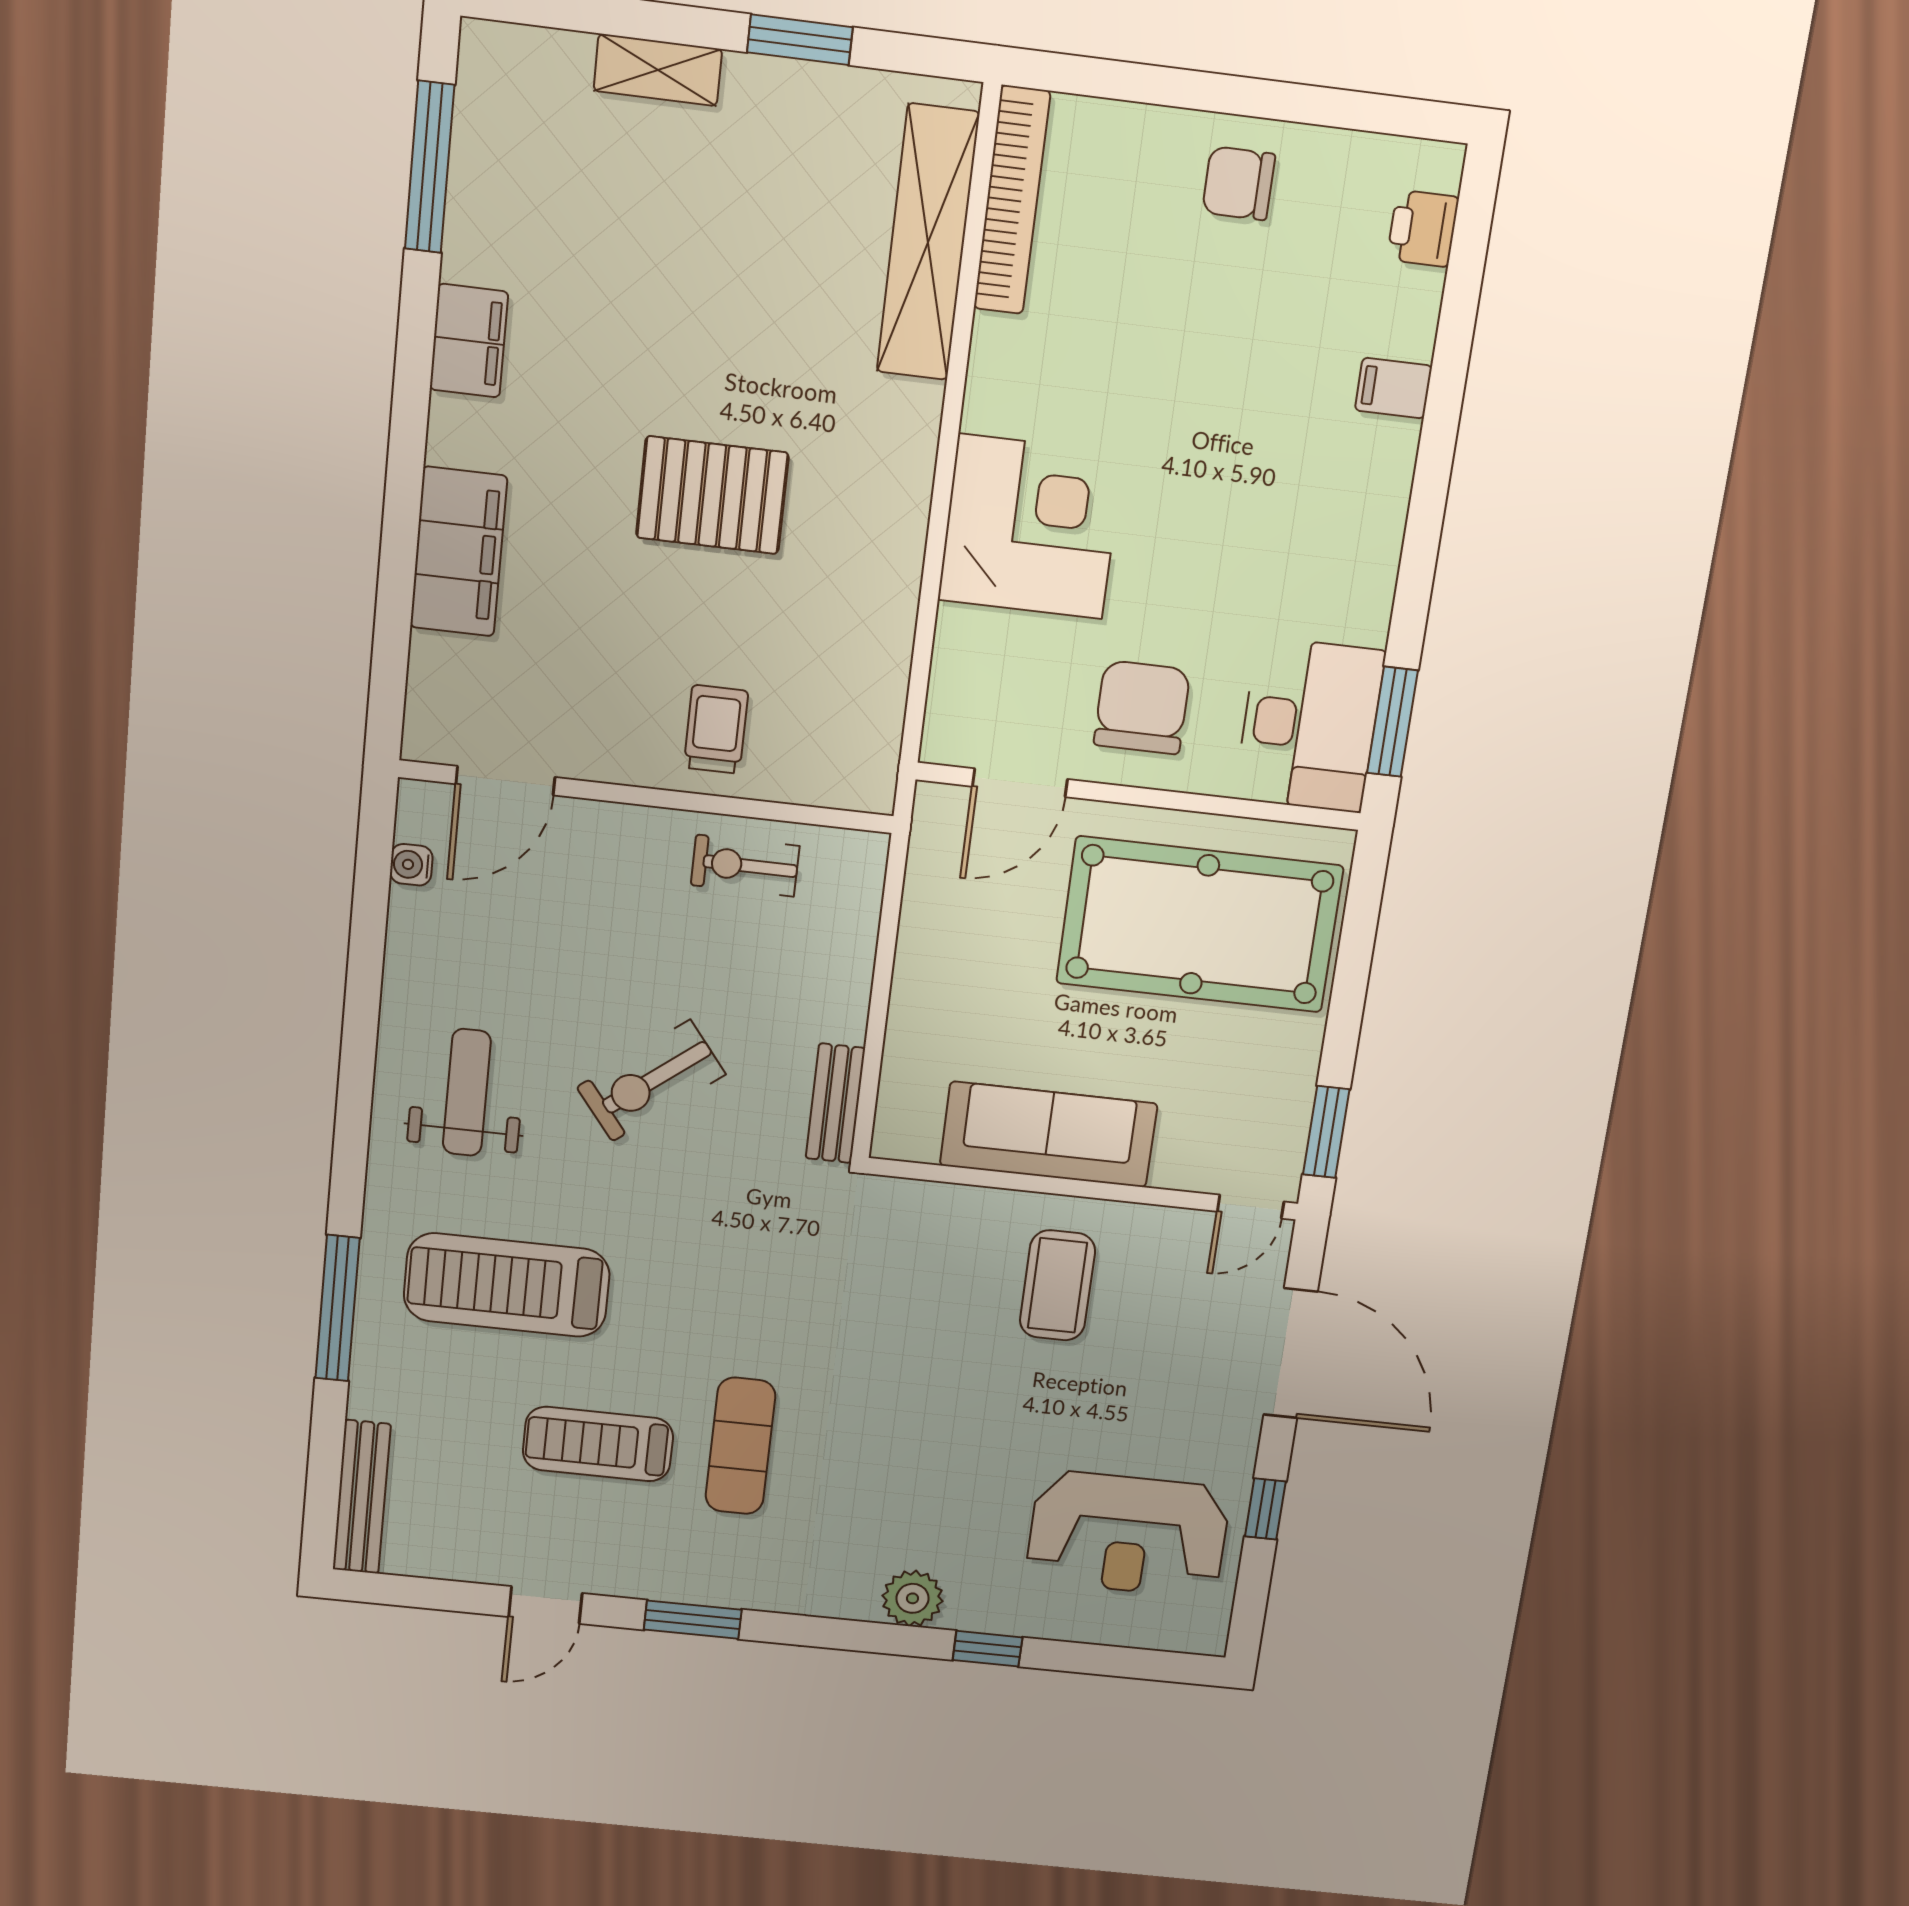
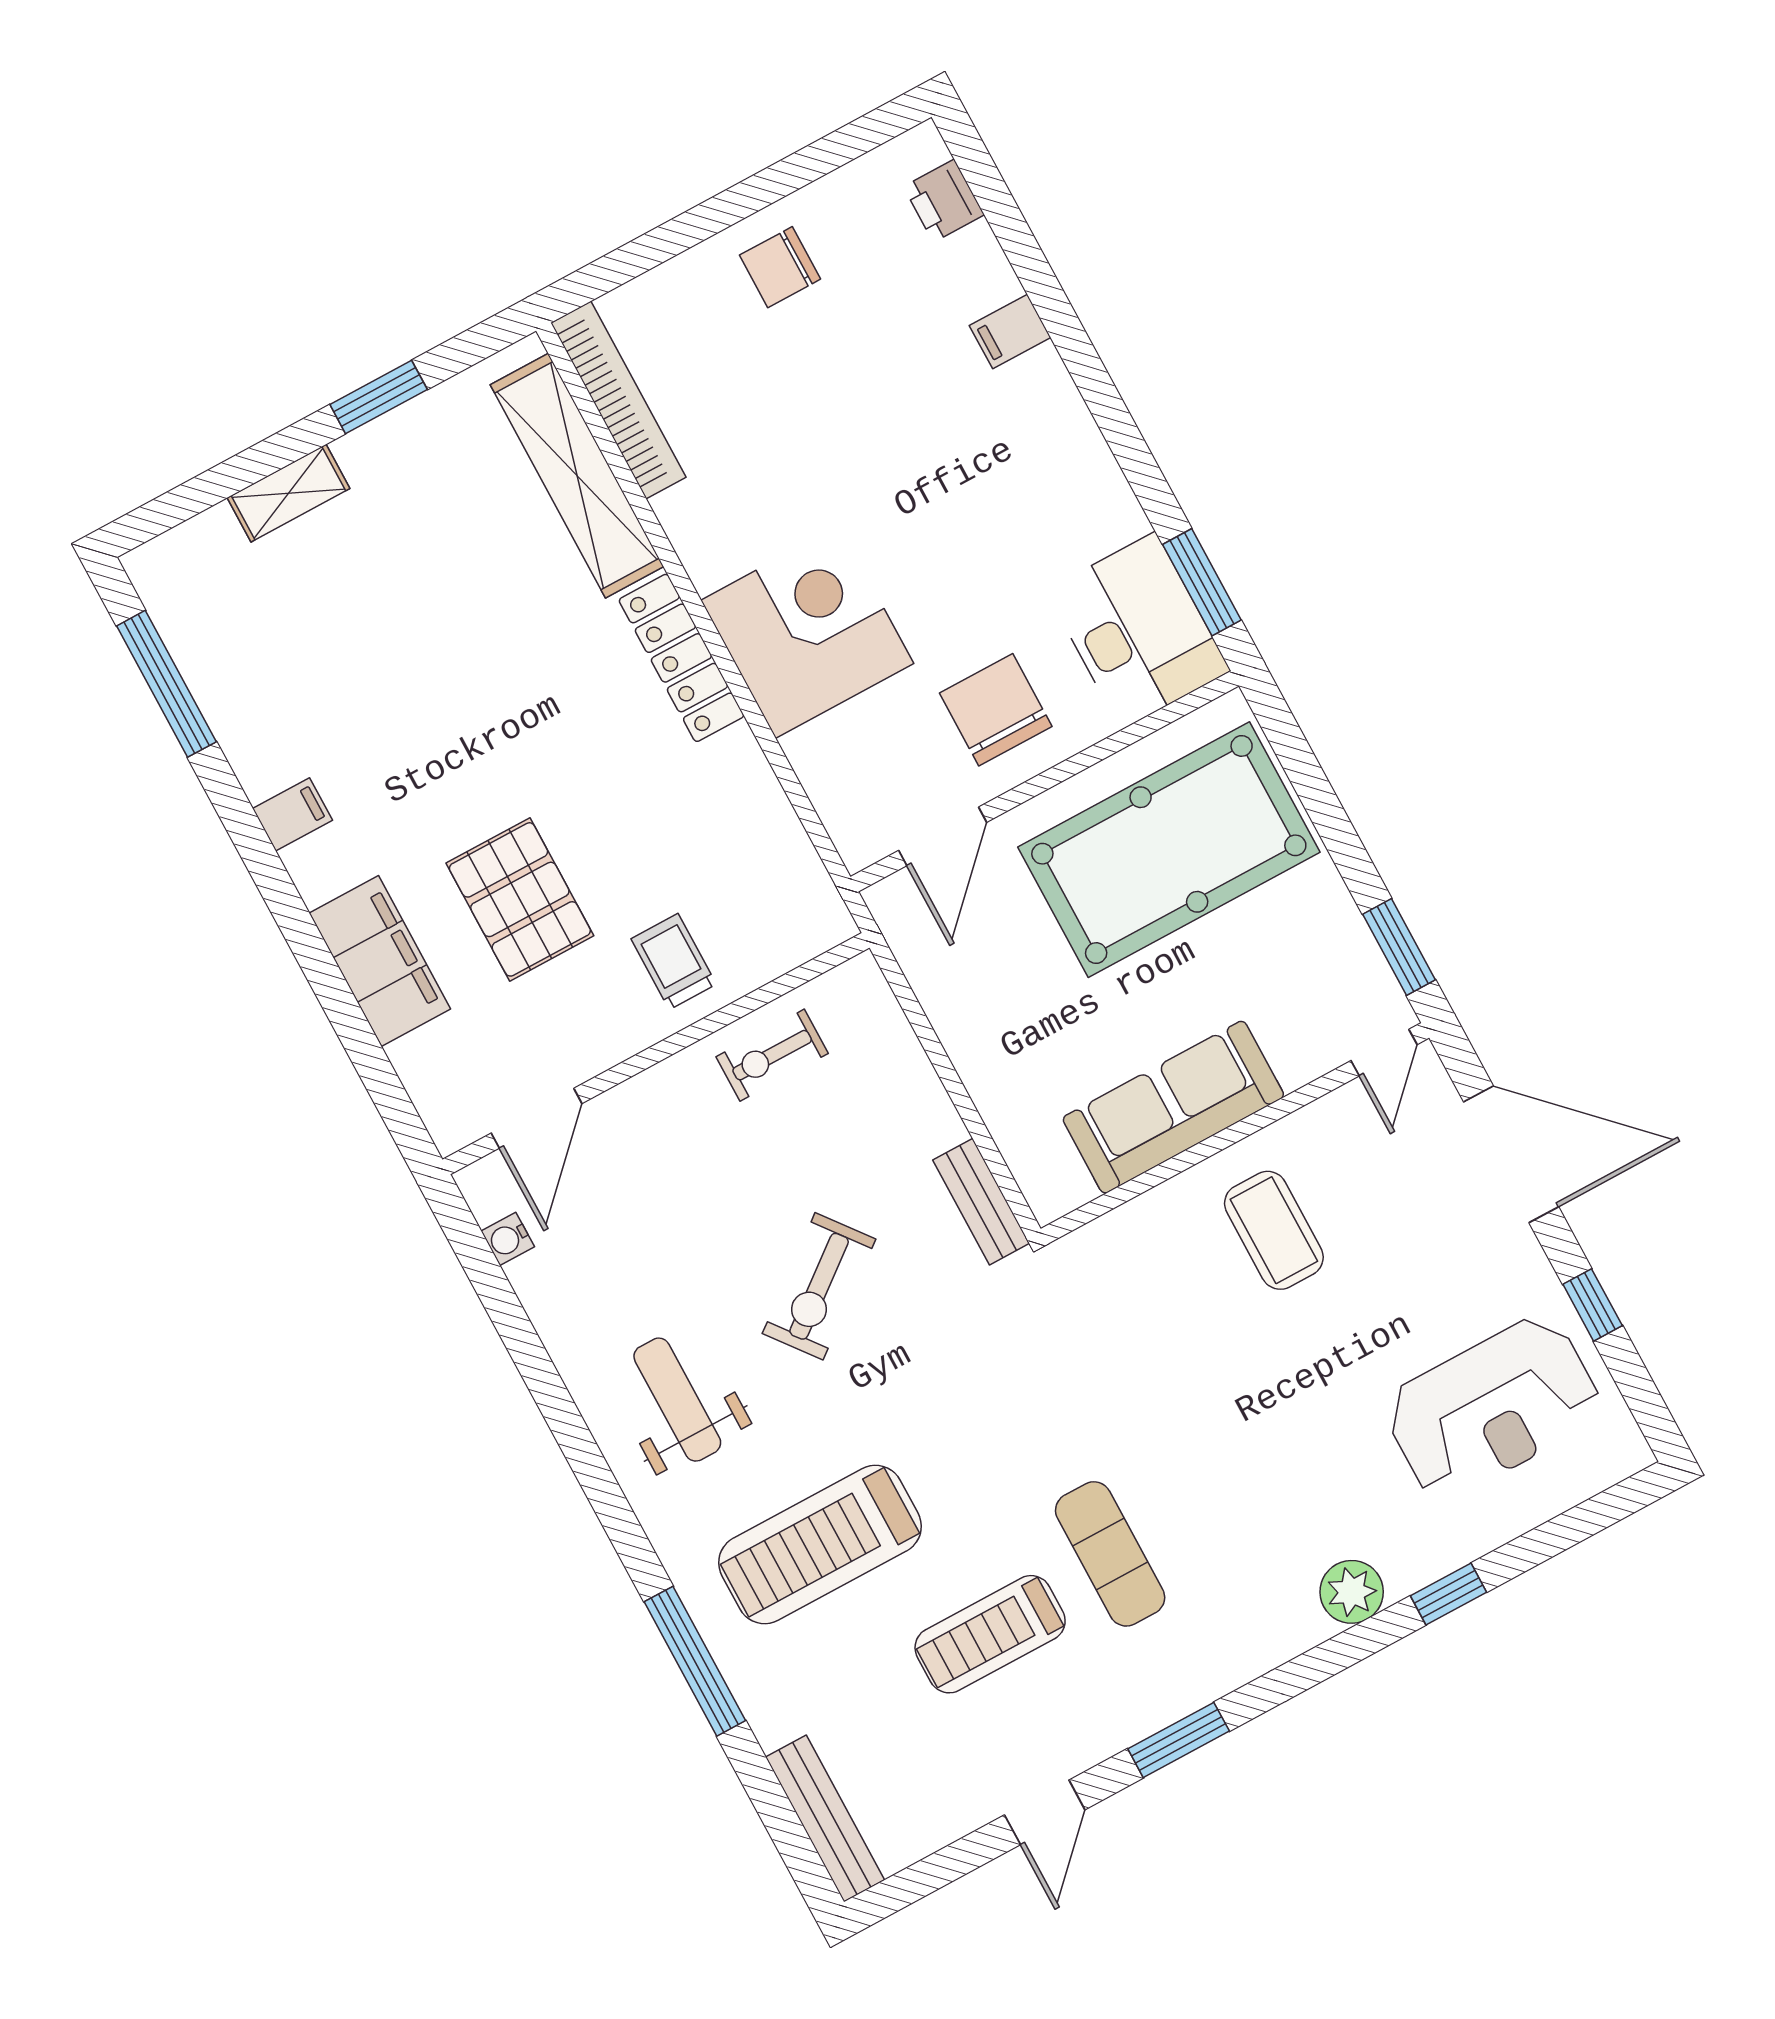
filing cabinet: (469, 341) -> (293, 814), width x0.50
locker: (906, 472) -> (681, 658), added
pallet: (712, 495) -> (520, 899), moved, turned 90

